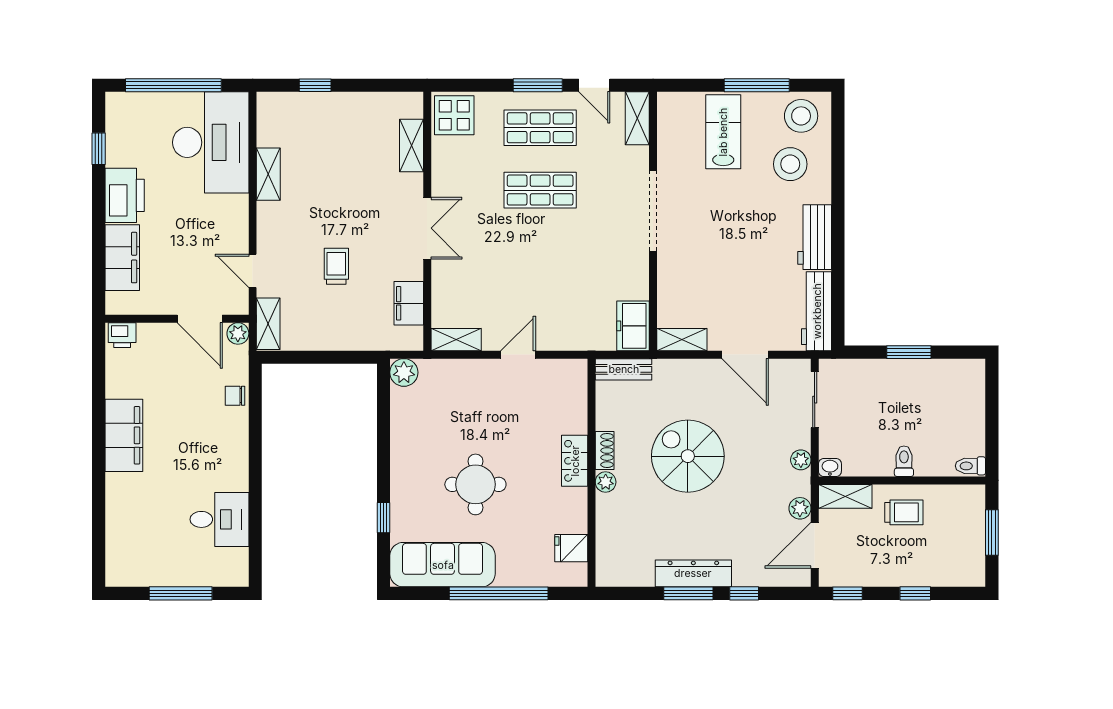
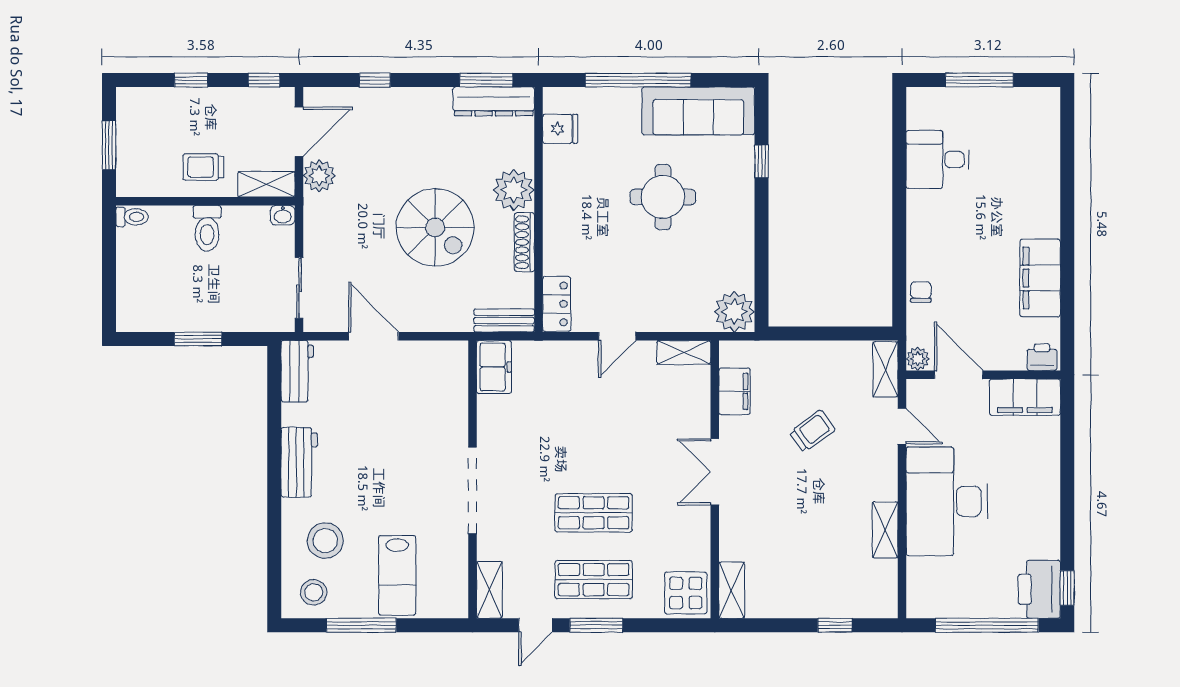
door: (594, 85) -> (535, 625), swing flipped
stool: (801, 116) -> (314, 592), width x0.73, depth x0.73
desk: (211, 142) -> (947, 501), moved
shelving: (411, 145) -> (732, 590), moved
window: (99, 149) -> (1067, 588), moved
printer: (125, 195) -> (1039, 589), moved
filing cabinet: (122, 258) -> (1025, 397), moved, turned -90
trolley: (336, 266) -> (812, 431), turned -126
workbench: (817, 311) -> (297, 371), width x0.73
shelving: (682, 340) -> (442, 352), removed
plant: (404, 372) -> (734, 312), width x1.36, depth x1.36
chair: (235, 396) -> (921, 292), turned -90
filing cabinet: (124, 435) -> (1040, 278), moved
shoe rack: (605, 450) -> (524, 242), width x1.43
plant: (801, 460) -> (314, 223), removed
locker: (575, 461) -> (557, 304), moved
toilet: (904, 461) -> (207, 228), width x1.37, depth x1.39
plant: (606, 482) -> (514, 190), width x1.88, depth x1.88
plant: (800, 508) -> (319, 176), width x1.38, depth x1.38
dresser: (693, 573) -> (494, 102), moved
window: (688, 593) -> (486, 80), moved

